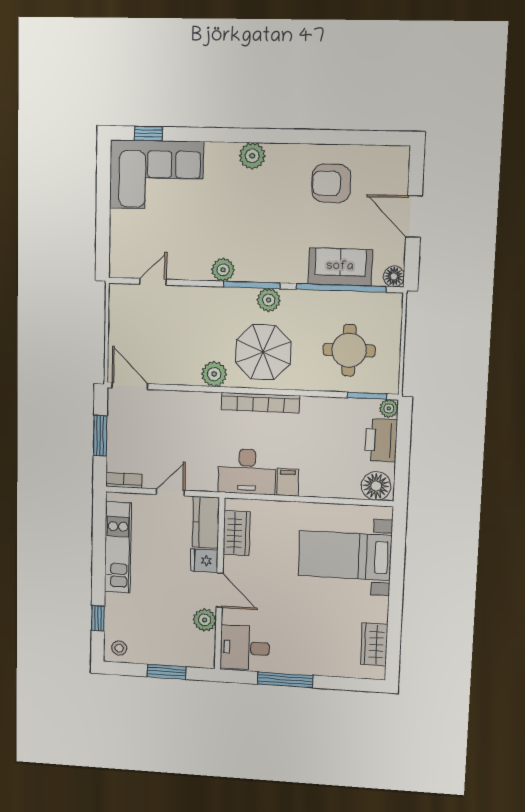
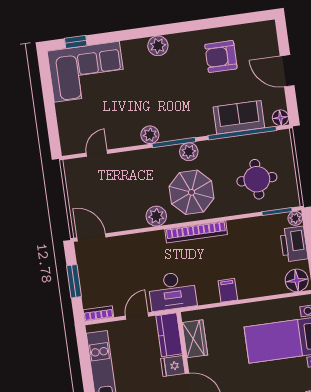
desk: (247, 472) -> (172, 291), moved

